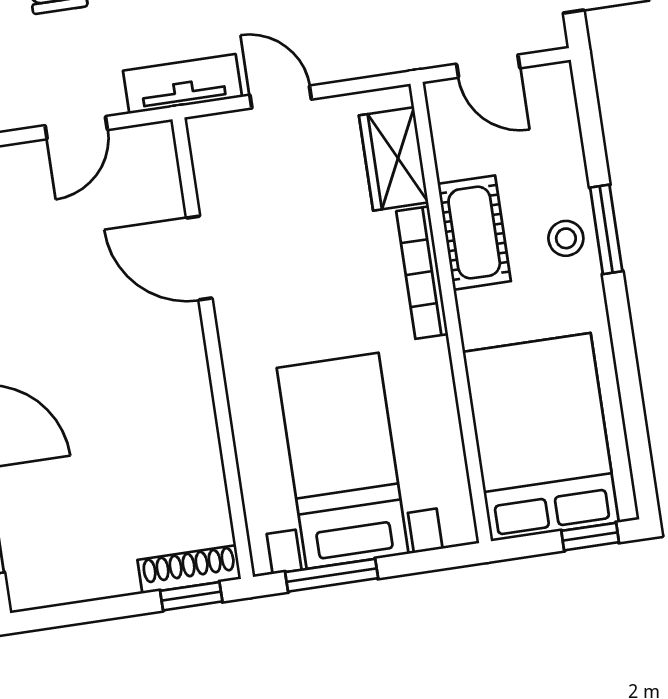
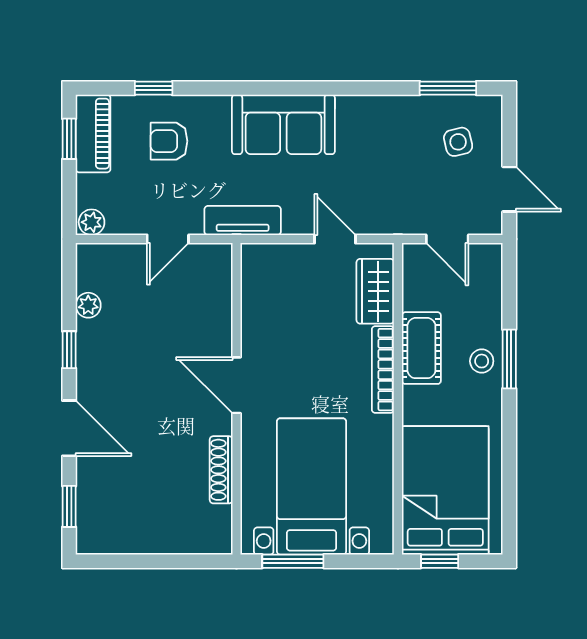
door: (281, 97) -> (335, 239), moved
door: (199, 258) -> (236, 385), moved
window: (590, 537) -> (440, 561), moved
shoe rack: (189, 569) -> (221, 470), moved, turned -90
window: (191, 596) -> (198, 561), removed

